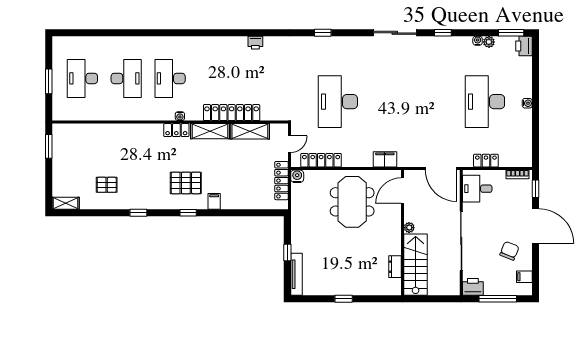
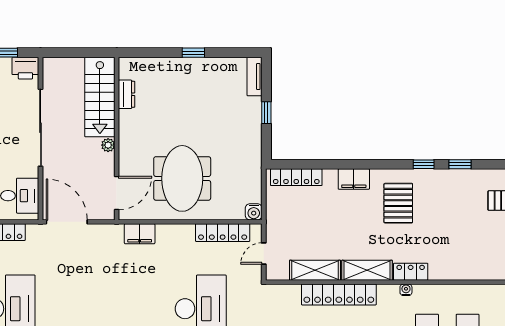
locker: (281, 181) -> (296, 177), moved, turned 90
pallet: (186, 183) -> (398, 203), turned 90
filing cabinet: (214, 201) -> (354, 179), width x2.00
window: (188, 213) -> (424, 164), moved
tv unit: (296, 274) -> (255, 77), width x0.71

